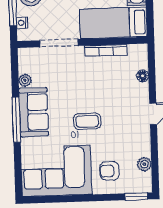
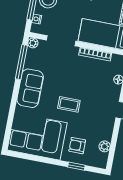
plant: (25, 80) -> (33, 43), moved
window: (16, 120) -> (21, 62), moved
window: (136, 196) -> (76, 166), moved

